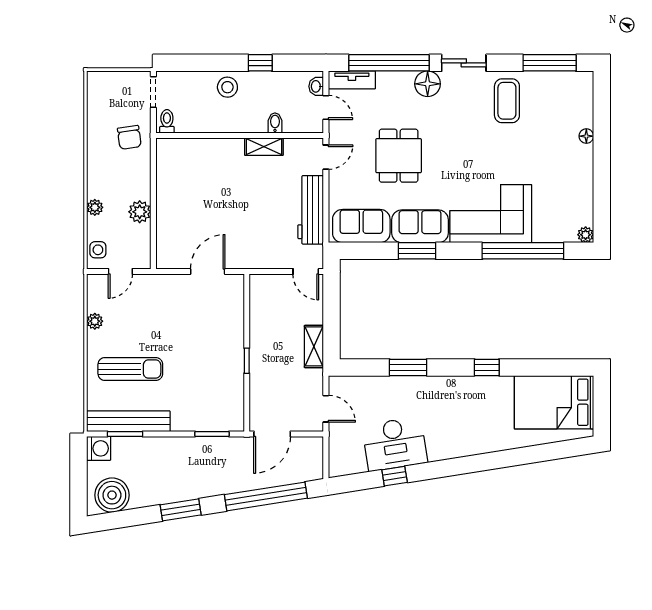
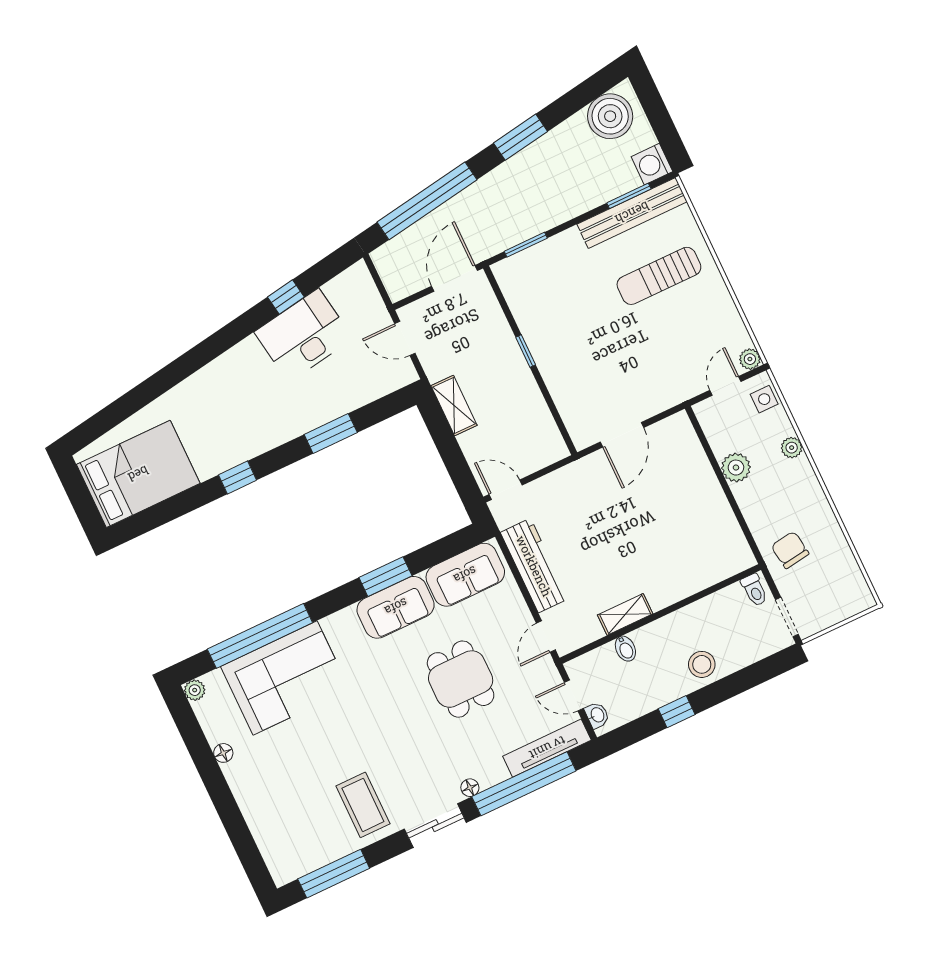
tv unit: (352, 80) -> (547, 748), width x1.41
floor lamp: (428, 84) -> (470, 788), width x0.53, depth x0.53
floor lamp: (586, 136) -> (223, 753), moved
corner sofa: (491, 214) -> (285, 678), moved
plant: (95, 321) -> (750, 359), moved

